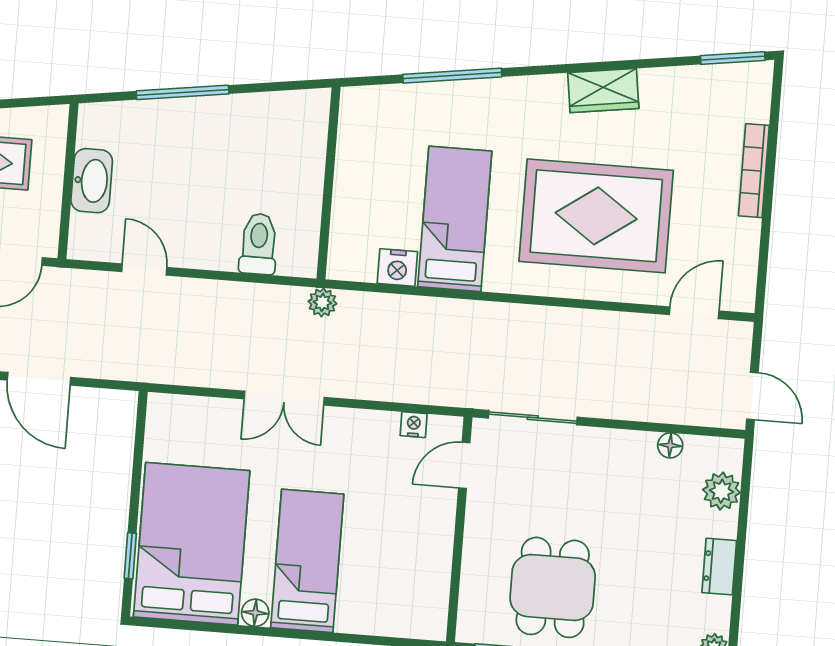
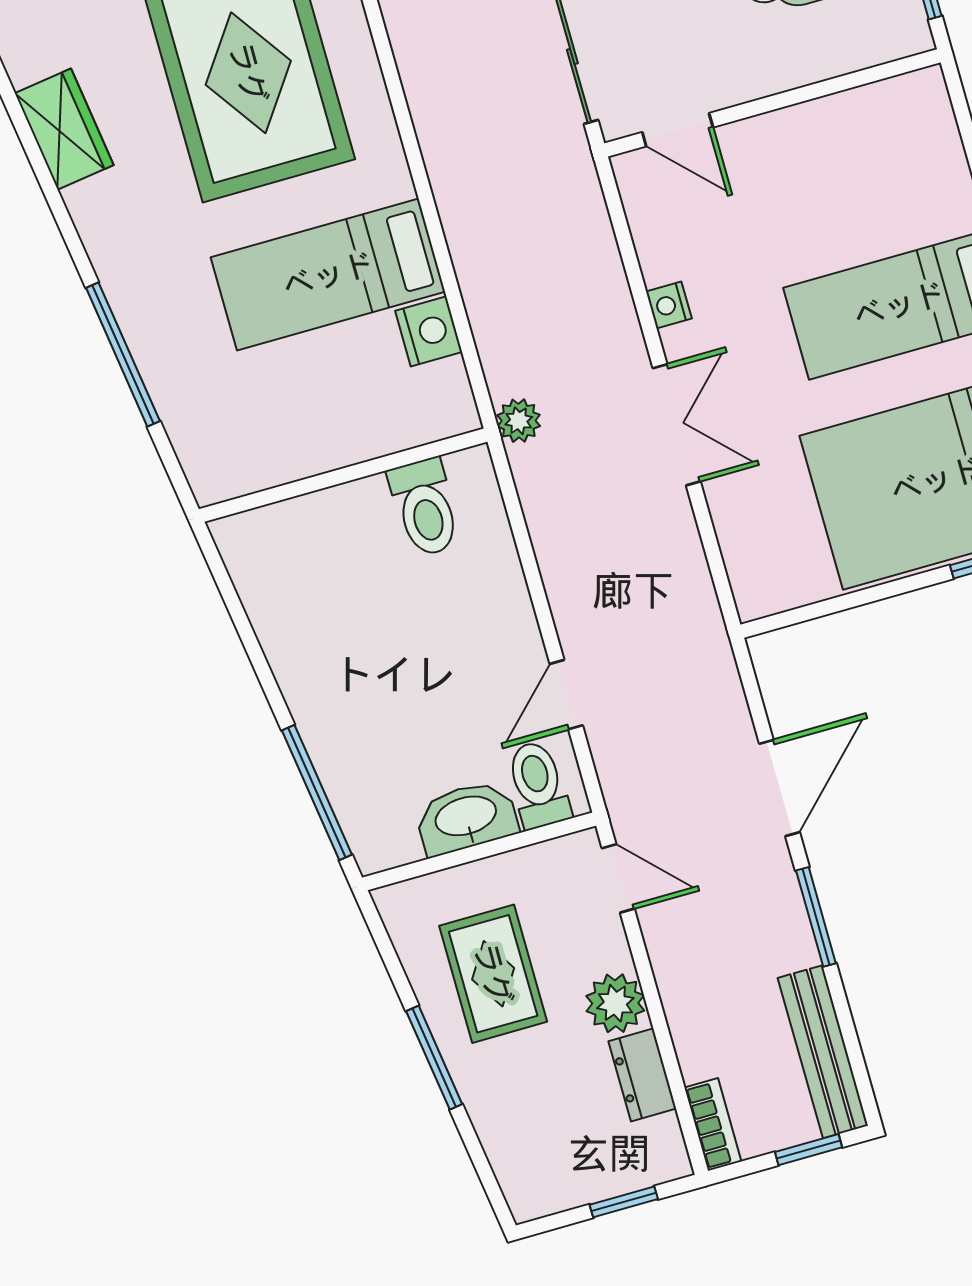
window: (183, 92) -> (317, 793), moved
toilet: (96, 232) -> (538, 785), added
toilet: (259, 244) -> (425, 507), moved, turned -90
nightstand: (414, 425) -> (669, 305), moved

